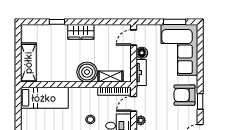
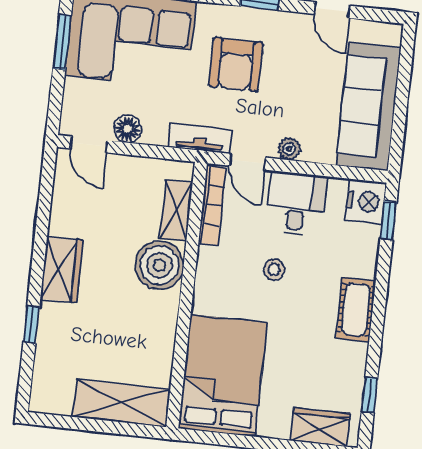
tv unit: (141, 73) -> (200, 138), moved
armchair: (185, 95) -> (236, 65), moved
bed: (44, 98) -> (223, 376), width x1.50

